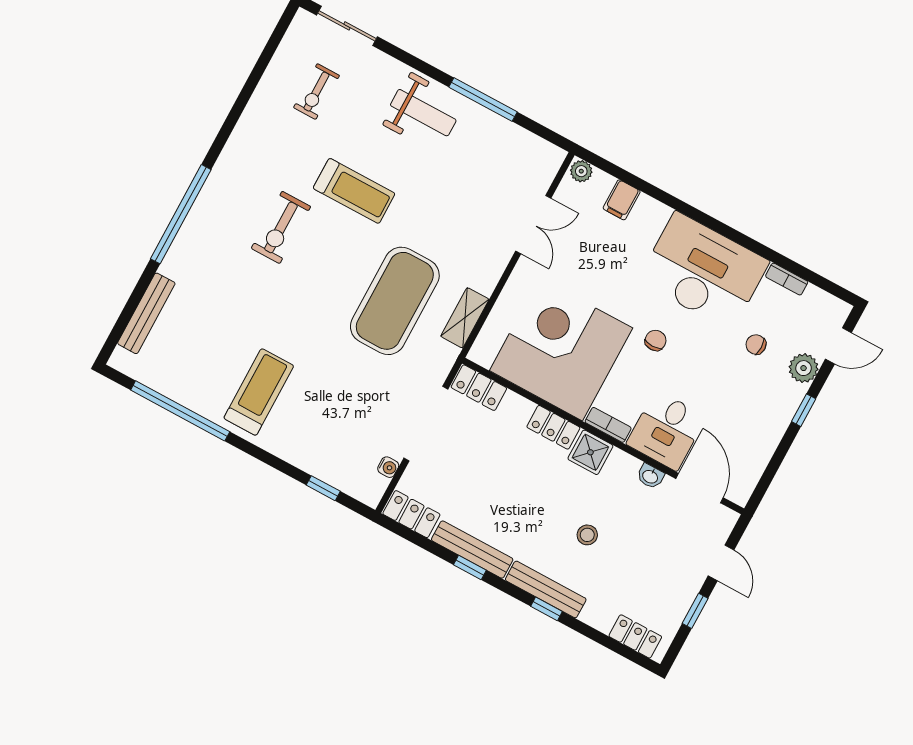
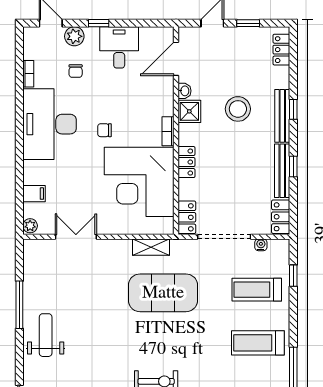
treadmill: (354, 191) -> (257, 290), moved, turned -90
desk: (666, 430) -> (119, 47), moved, turned -90
shower: (590, 452) -> (189, 111), moved
stool: (587, 535) -> (238, 109), width x1.89, depth x1.89

